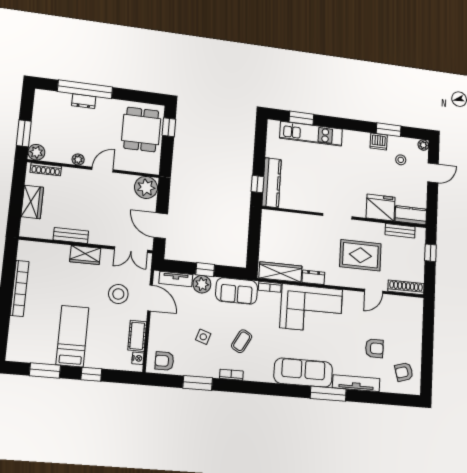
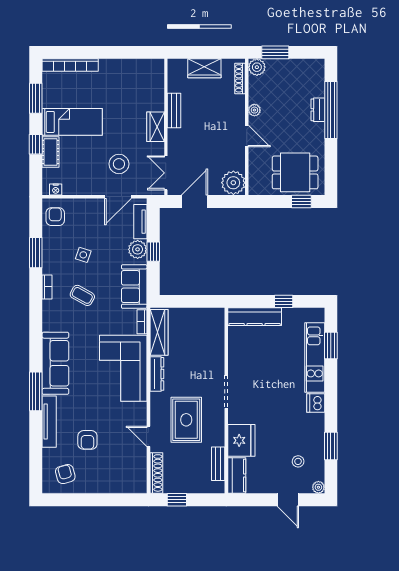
dishwasher: (379, 142) -> (316, 403), moved
window: (258, 184) -> (284, 301), moved
window: (430, 253) -> (177, 500), moved
dresser: (313, 277) -> (157, 374), width x1.44
bookcase: (20, 288) -> (70, 65), moved
cot: (137, 336) -> (50, 152), moved, turned 90

